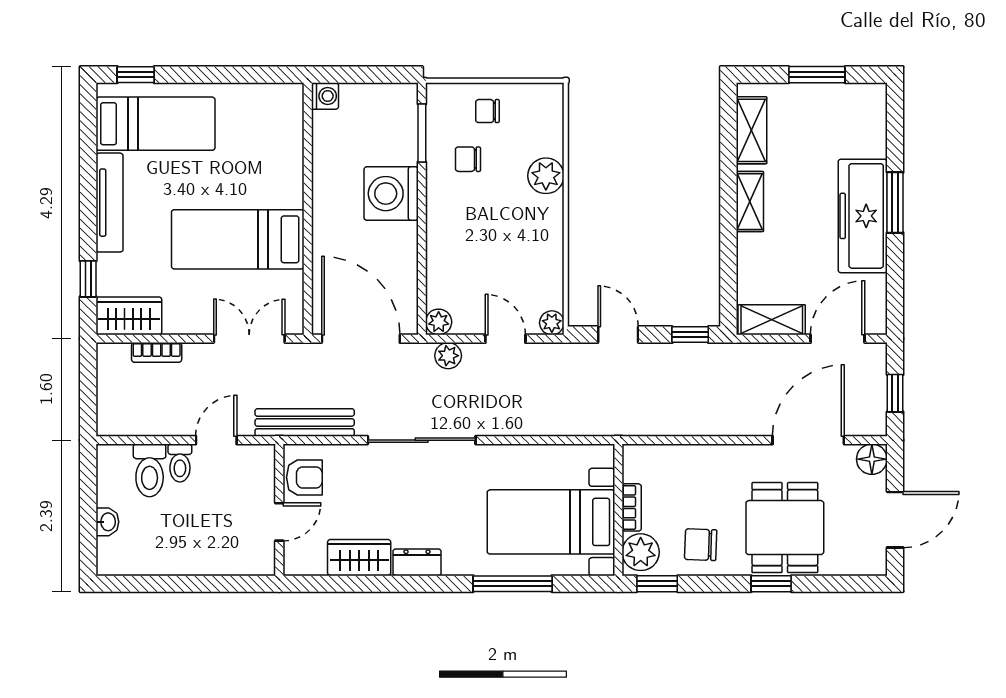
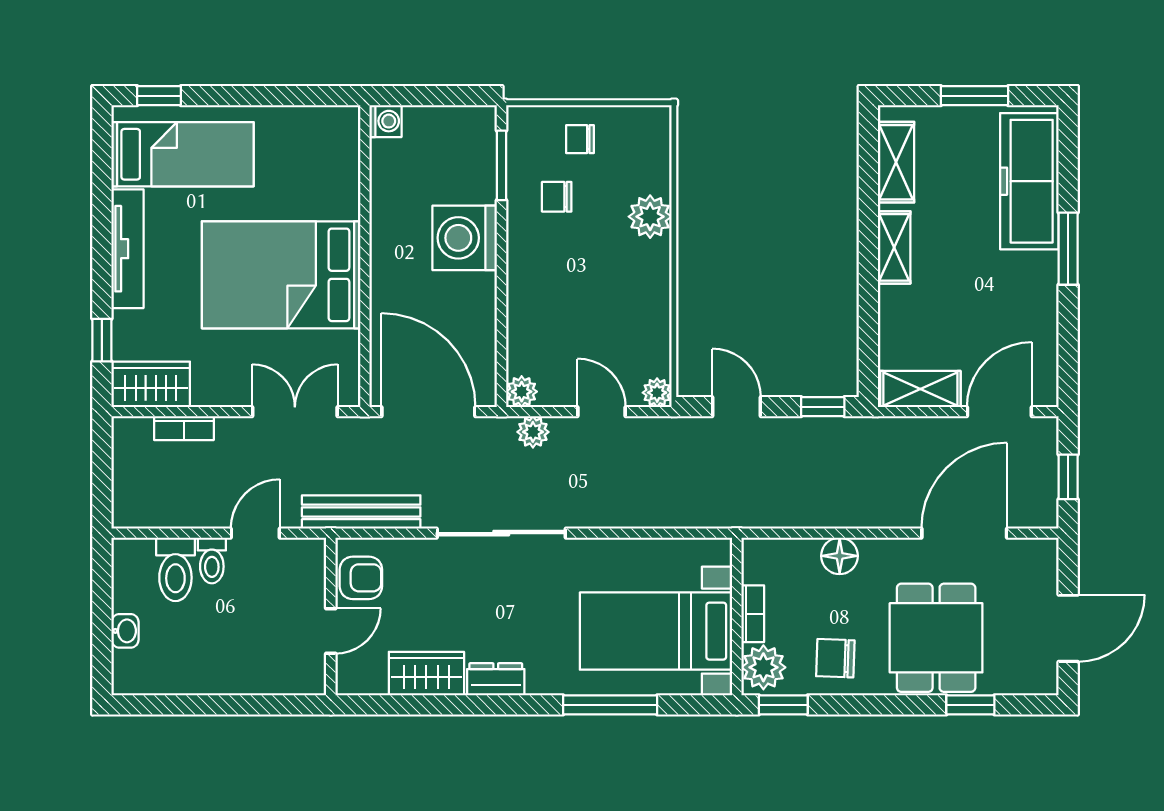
freezer: (863, 216) -> (1029, 181), moved
bed: (238, 239) -> (281, 275), width x1.50
floor lamp: (872, 459) -> (840, 556), moved
window: (771, 584) -> (970, 705), moved

